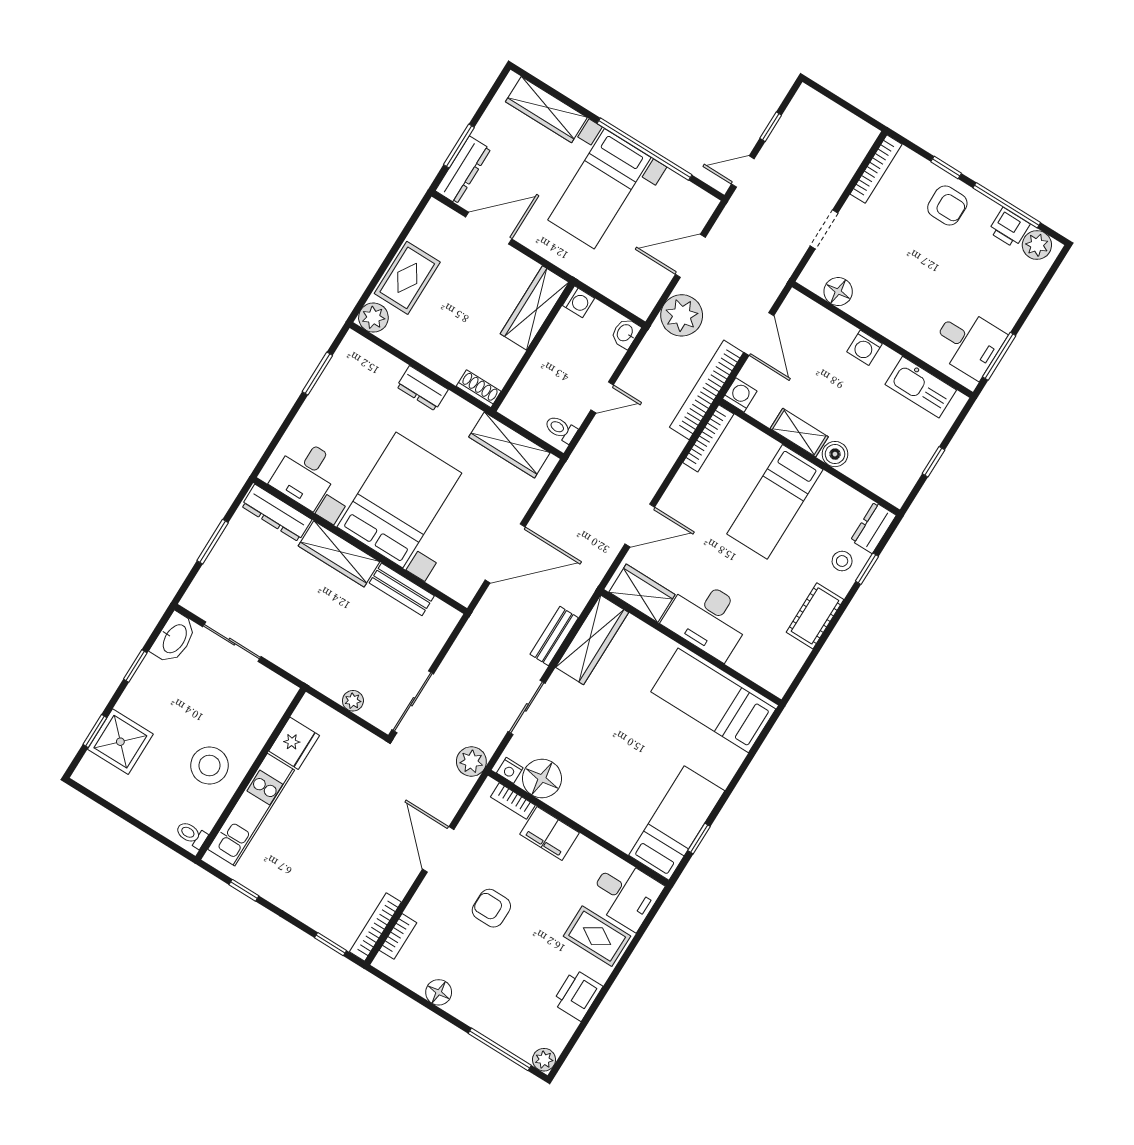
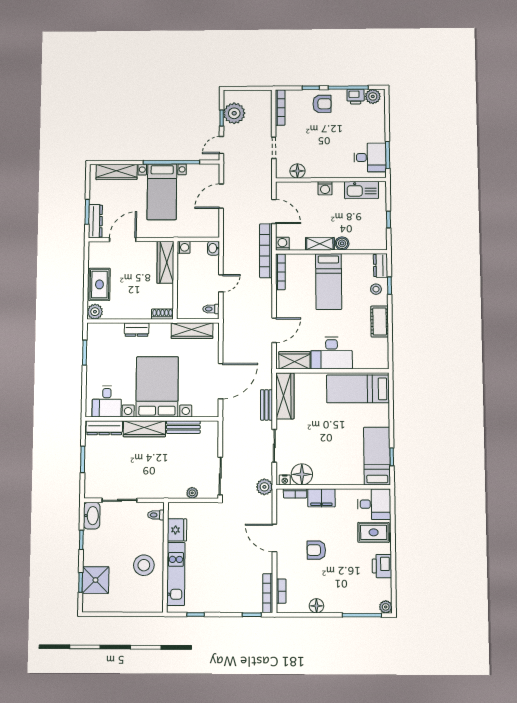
plant: (682, 315) -> (234, 113), moved
toilet: (191, 834) -> (156, 515), moved

